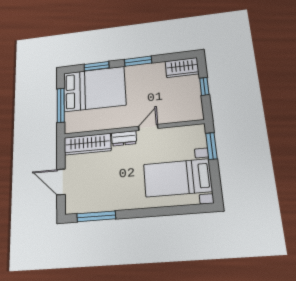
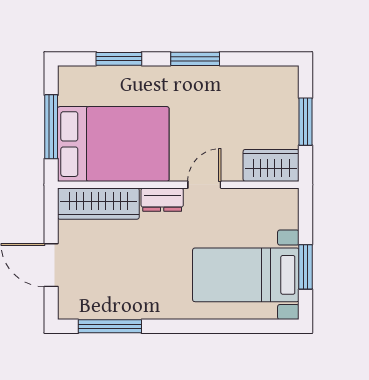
wardrobe: (182, 68) -> (271, 165), moved, turned 180
window: (204, 86) -> (306, 122), width x1.50
bed: (94, 89) -> (113, 144), moved
window: (211, 146) -> (306, 267), moved

